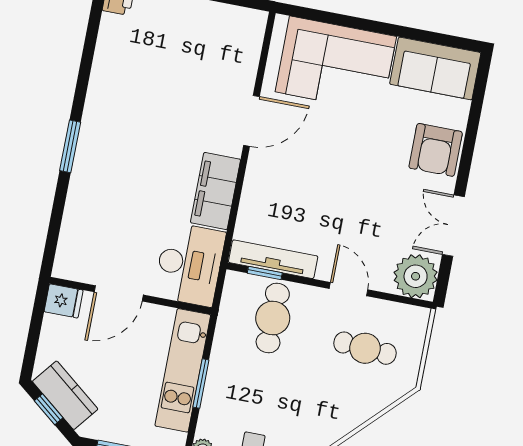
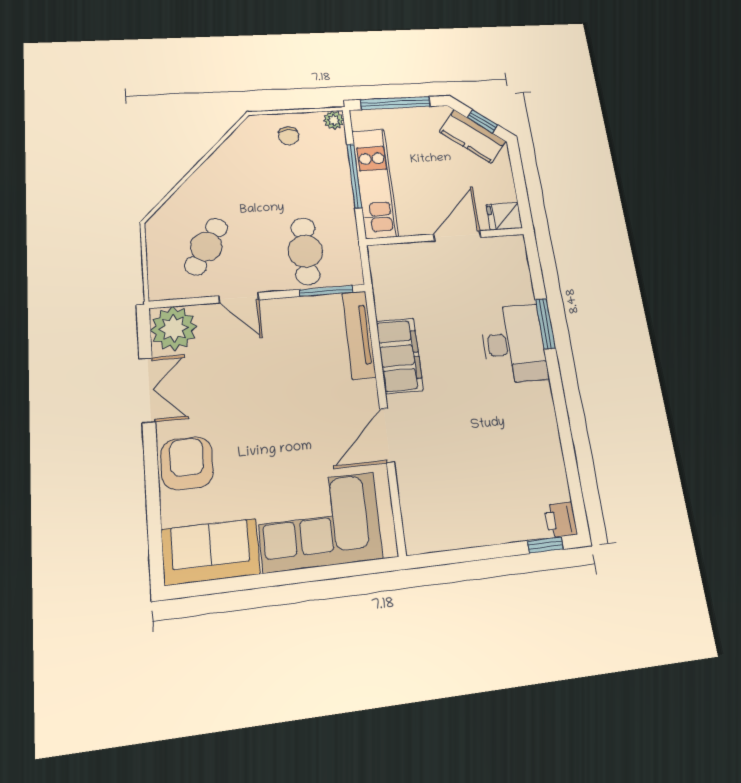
window: (70, 146) -> (545, 324), moved
tv unit: (273, 259) -> (359, 335), moved, turned 90
desk: (190, 264) -> (514, 344), moved, turned 180
window: (265, 273) -> (326, 291), width x1.50
cafe table: (365, 348) -> (206, 247), turned -63
window: (201, 384) -> (354, 176), width x1.44

